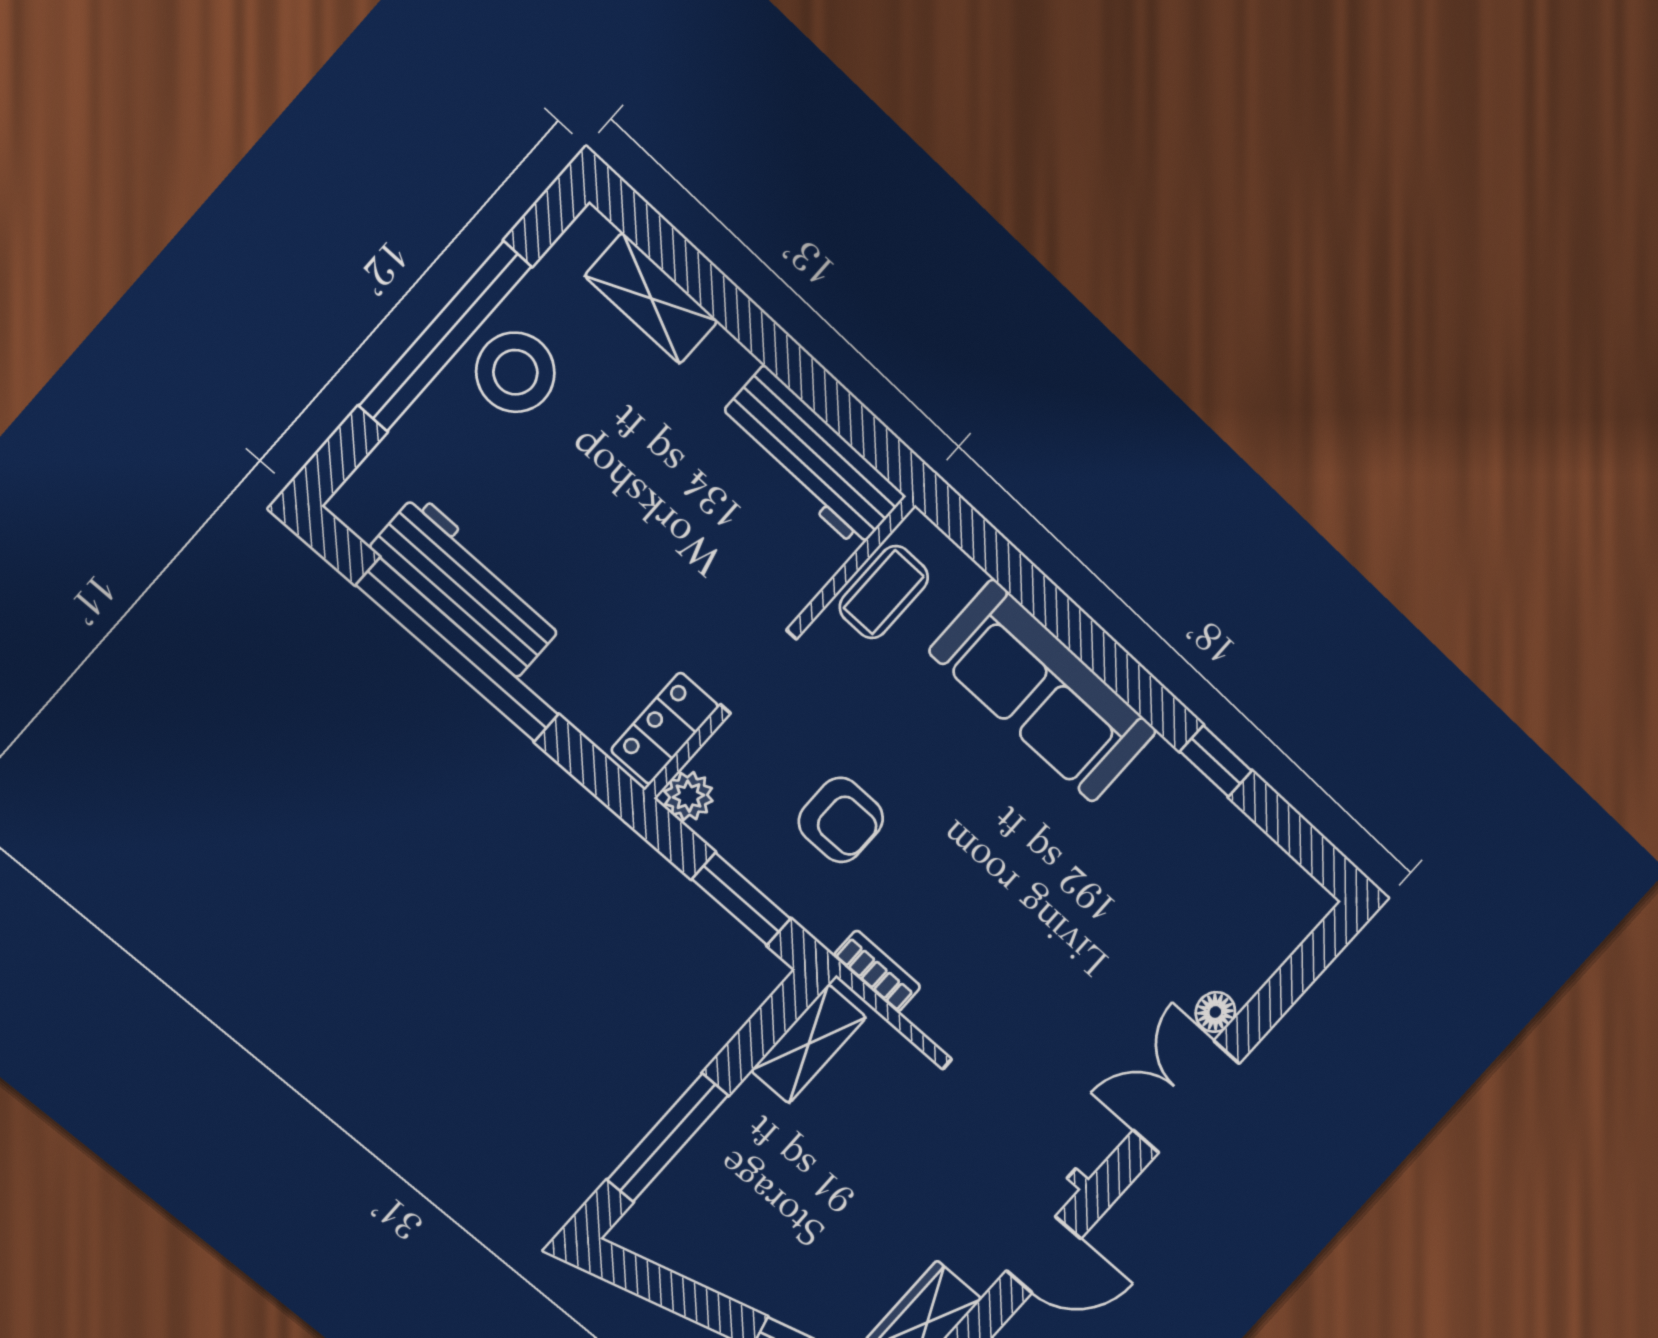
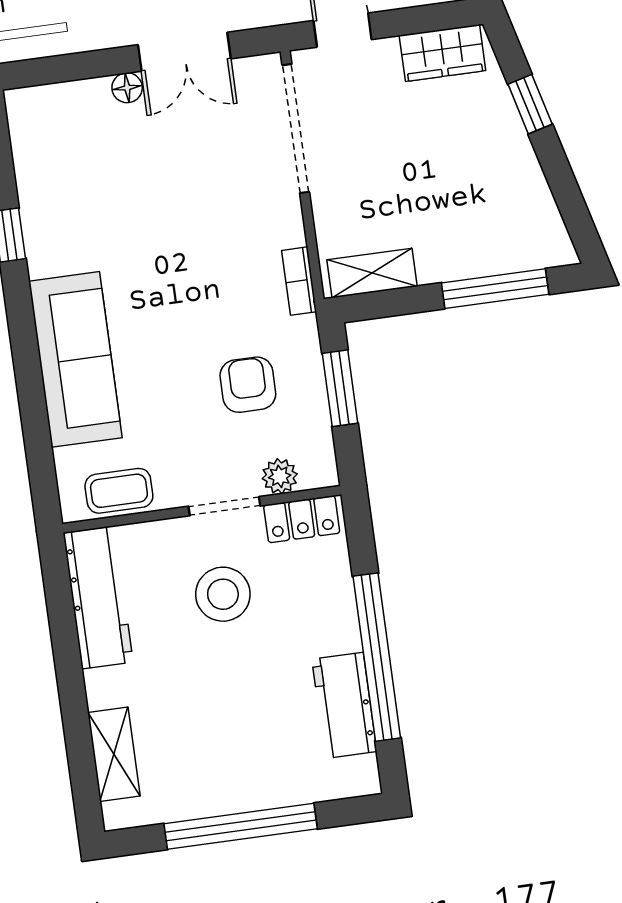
stool: (515, 372) -> (223, 594), moved
workbench: (468, 586) -> (344, 705), width x0.73
plant: (689, 796) -> (280, 476), moved

